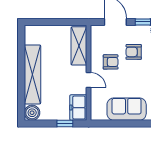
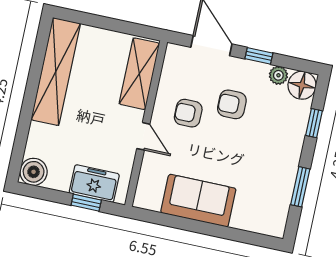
armchair: (111, 62) -> (188, 113), turned 180
shelving: (32, 74) -> (56, 72), moved
freezer: (78, 108) -> (94, 184), moved, turned 90

